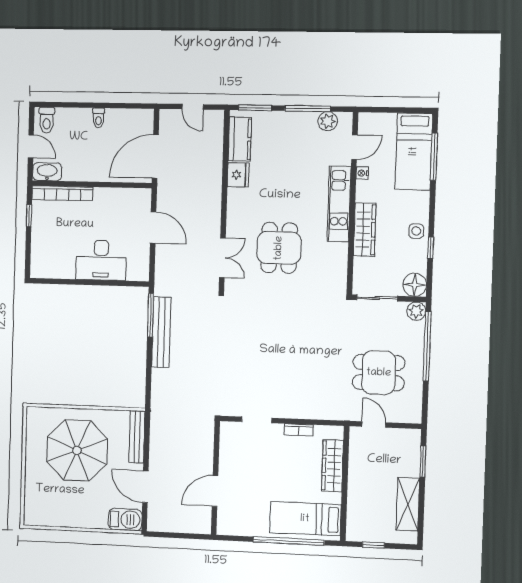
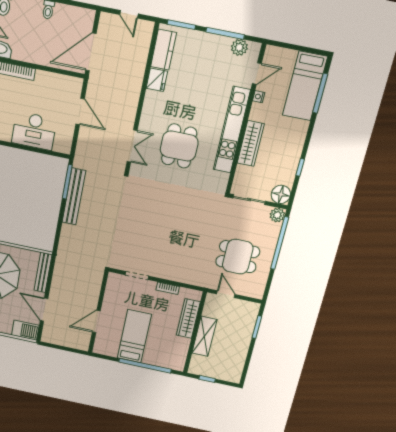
kitchen unit: (339, 204) -> (232, 130), width x1.36
side table: (416, 231) -> (292, 152), removed
shelving: (408, 504) -> (204, 336), moved
bed: (305, 519) -> (134, 336), moved, turned 90

